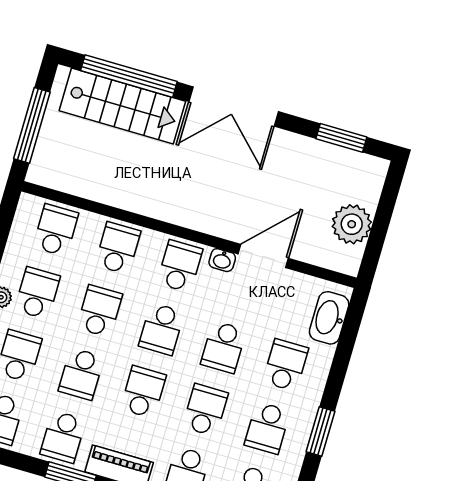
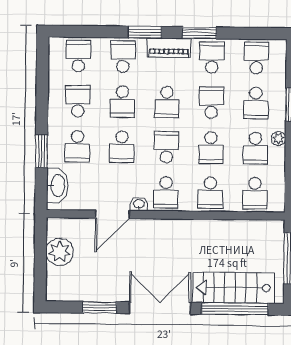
window: (341, 138) -> (100, 307), moved
school desk: (224, 347) -> (122, 147), turned 180
window: (321, 432) -> (41, 151), moved

